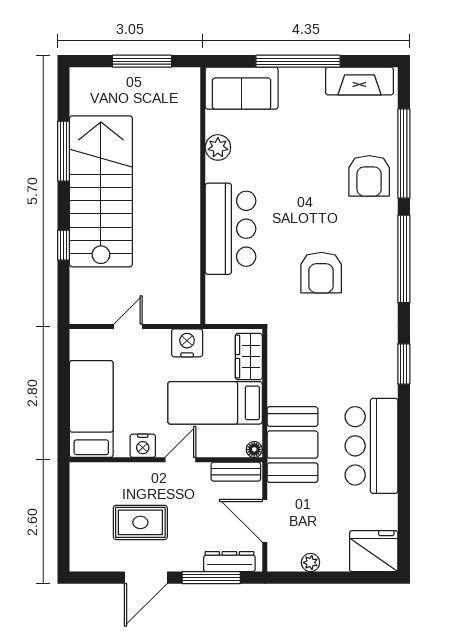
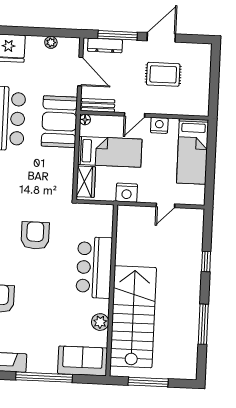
stairs: (101, 191) -> (133, 317), moved, turned 180

